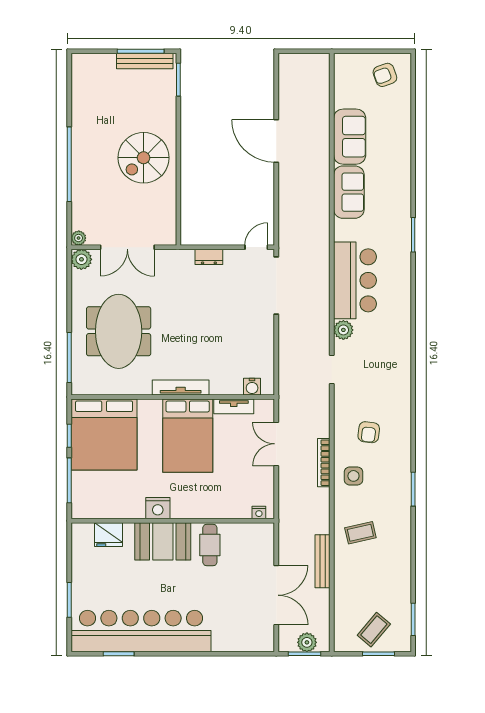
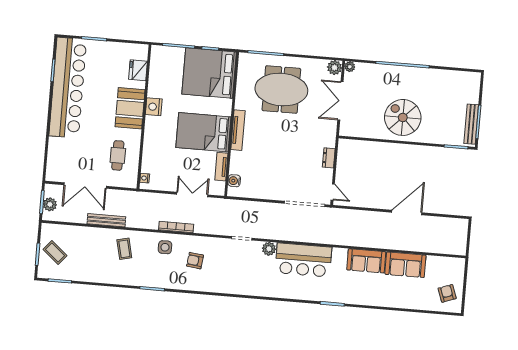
cafe table: (210, 545) -> (118, 155), moved, turned 90

